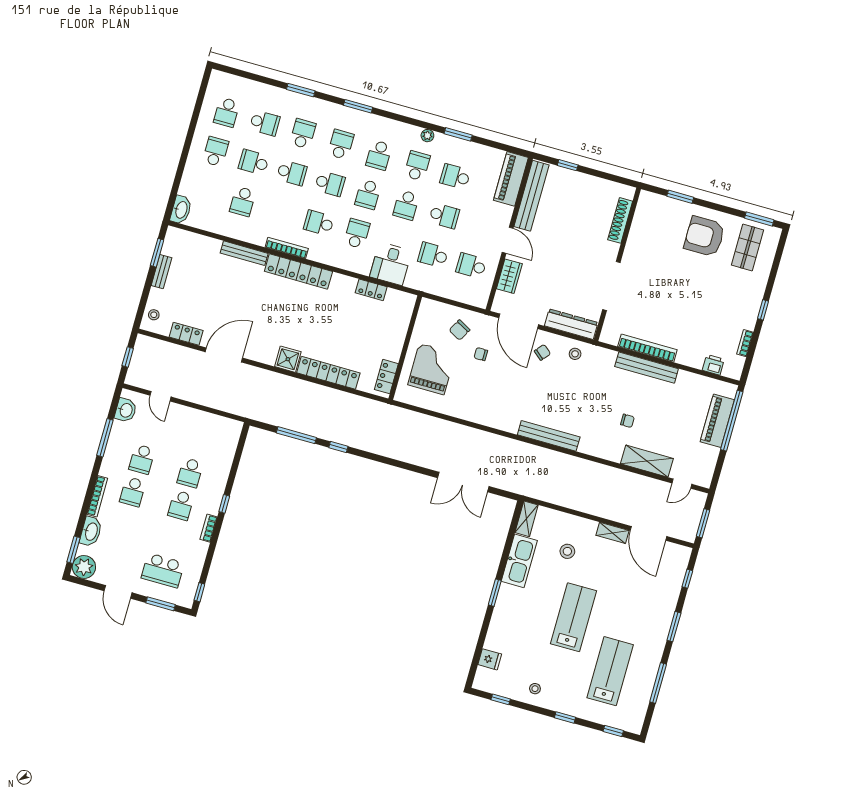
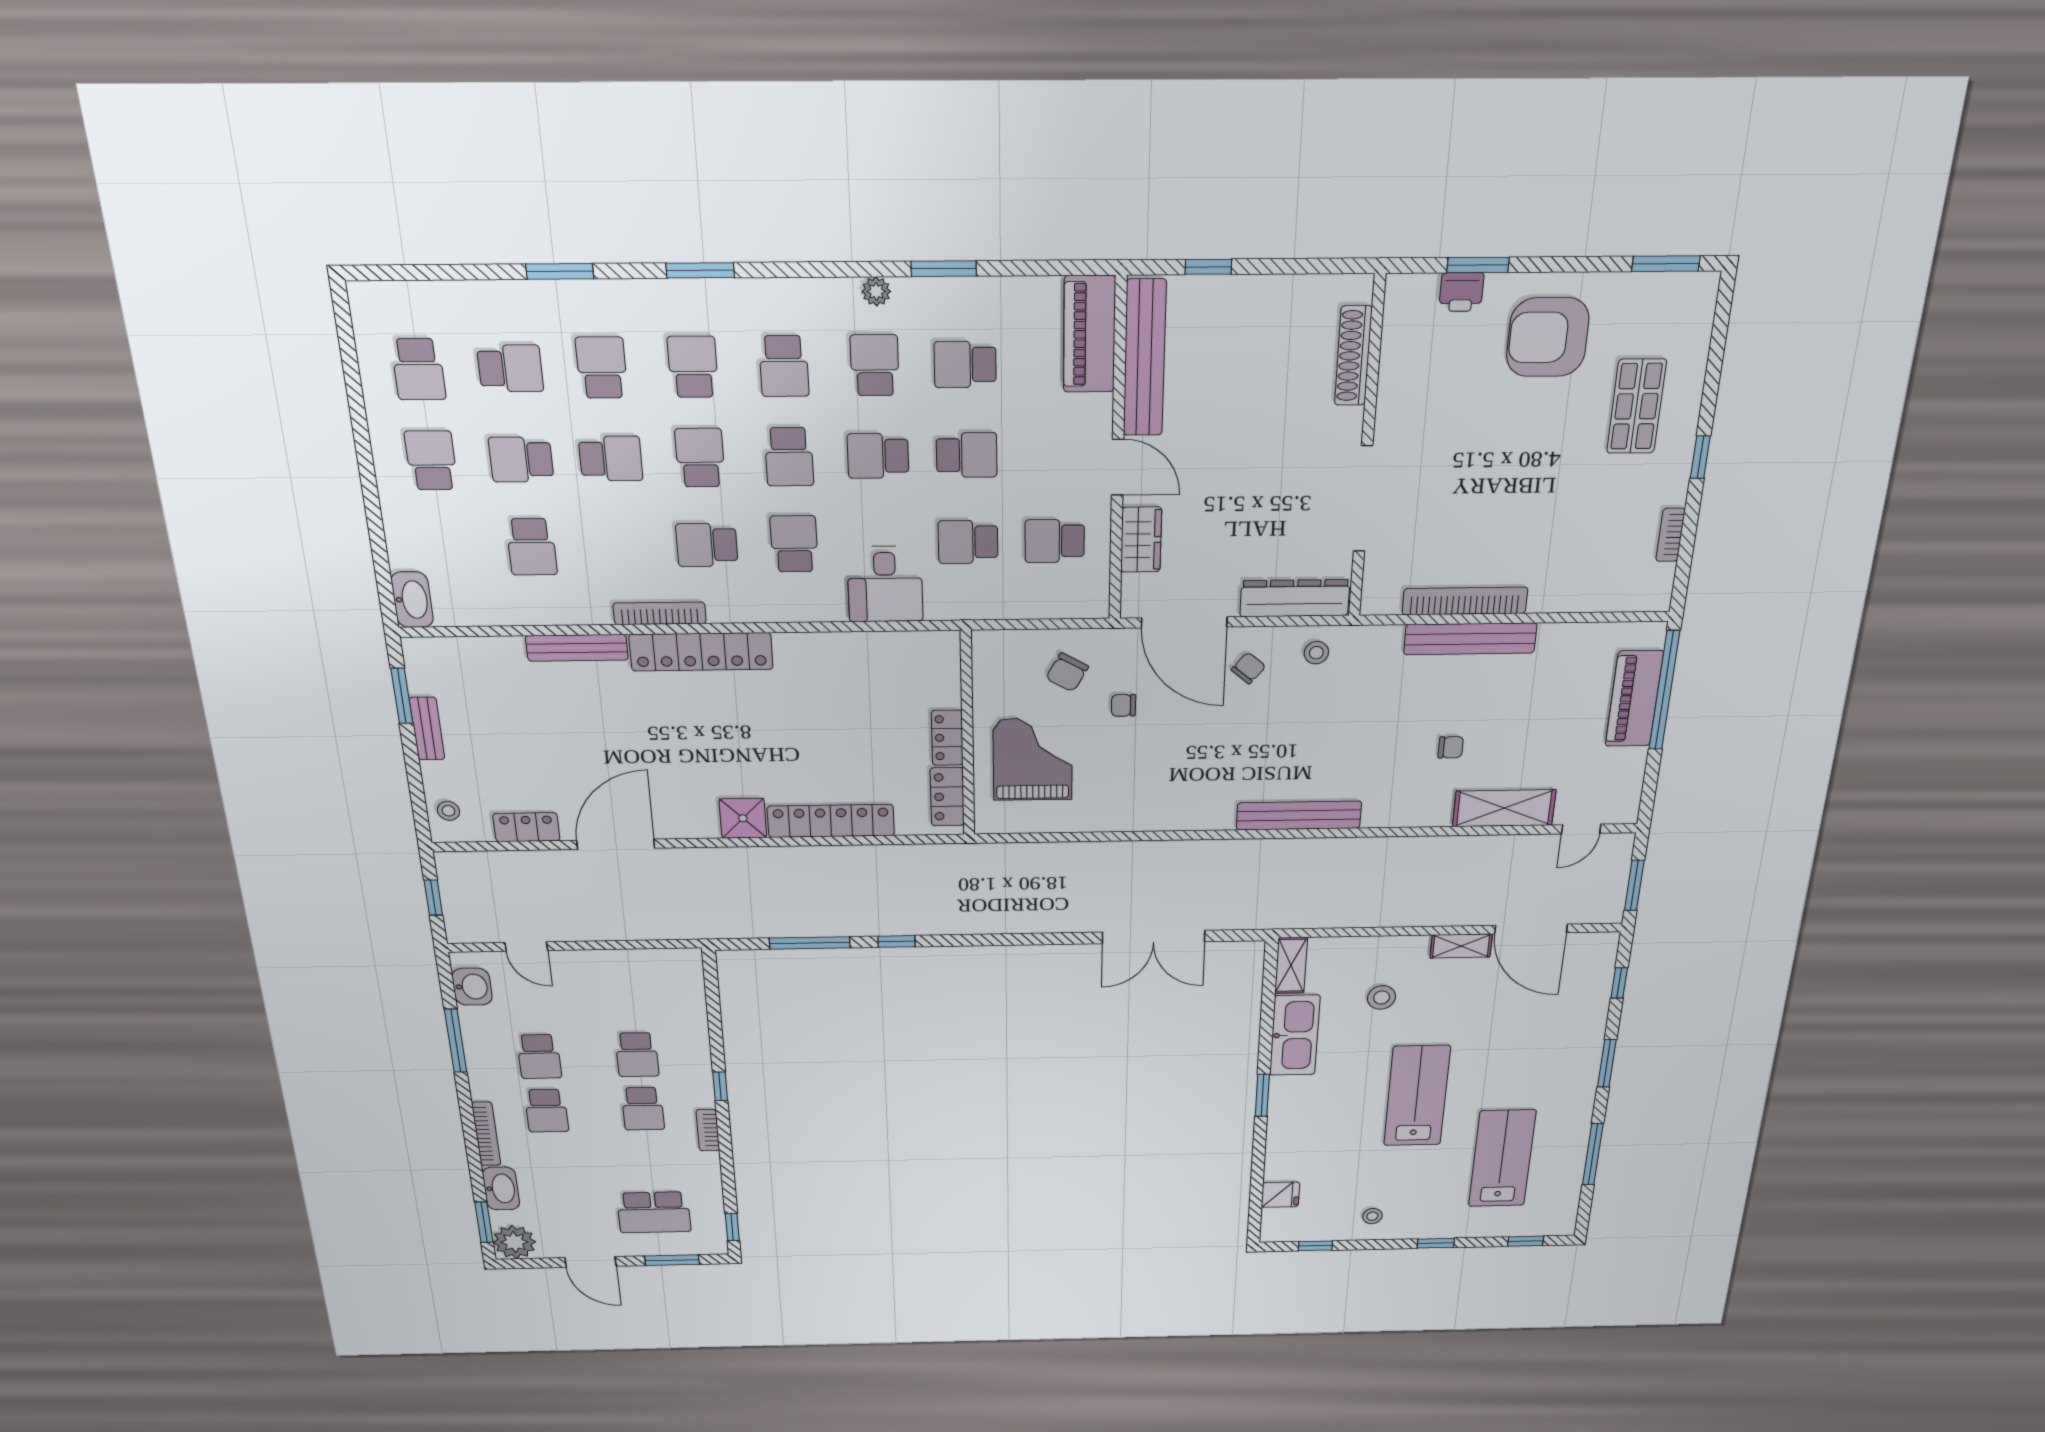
school desk: (330, 184) -> (700, 458), turned -90
school desk: (406, 205) -> (878, 456), turned 90
shop shelf: (748, 247) -> (1636, 406), moved
locker: (371, 290) -> (947, 738), moved, turned 90
printer: (713, 365) -> (1461, 292), moved, turned 180

